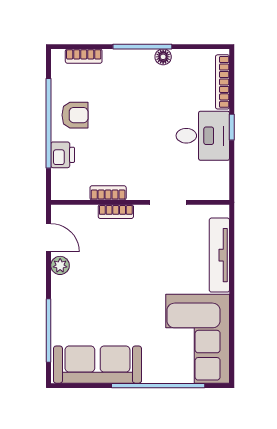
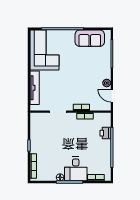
armchair: (75, 115) -> (100, 151), removed
desk: (203, 136) -> (76, 169), moved, turned -90
sofa: (97, 365) -> (90, 38), width x0.73

